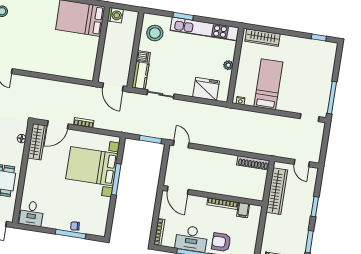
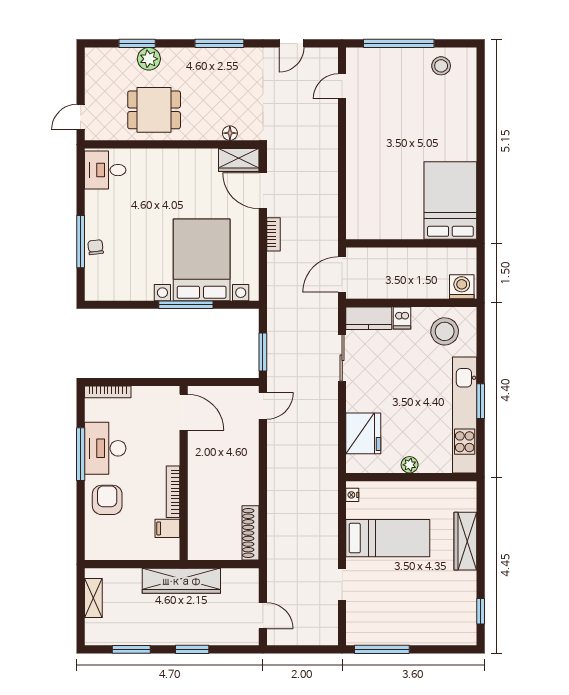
washing machine: (115, 15) -> (462, 287), moved, turned 180
window: (183, 16) -> (481, 401), moved
wardrobe: (263, 38) -> (465, 541), moved
doorway: (310, 118) -> (342, 585), moved
wardrobe: (37, 142) -> (239, 160), width x0.67
door: (302, 163) -> (263, 616), swing flipped
door: (178, 190) -> (184, 412), swing flipped
wardrobe: (277, 191) -> (181, 581), moved

